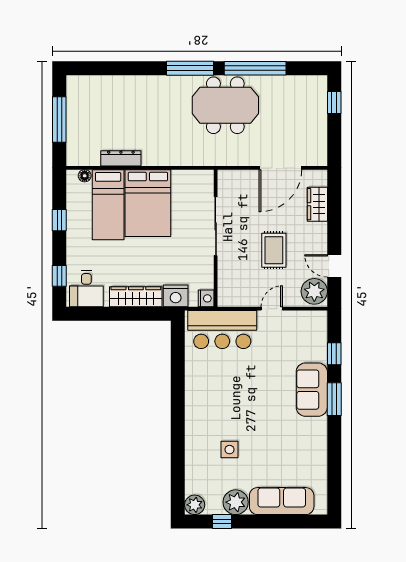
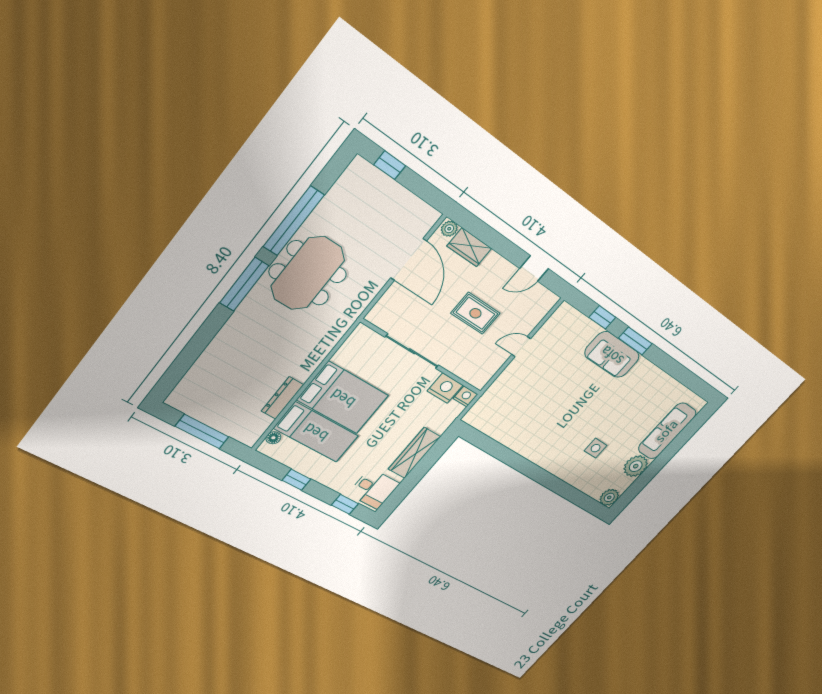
plant: (314, 291) -> (449, 229), moved, width x0.53, depth x0.53
nightstand: (176, 296) -> (445, 388), moved, turned -90
door: (272, 309) -> (521, 347), hinge flipped
bar counter: (222, 329) -> (502, 398), removed
window: (222, 522) -> (639, 484), removed

